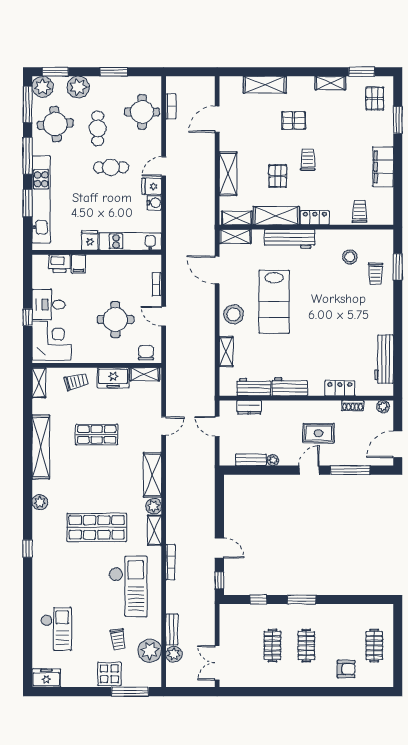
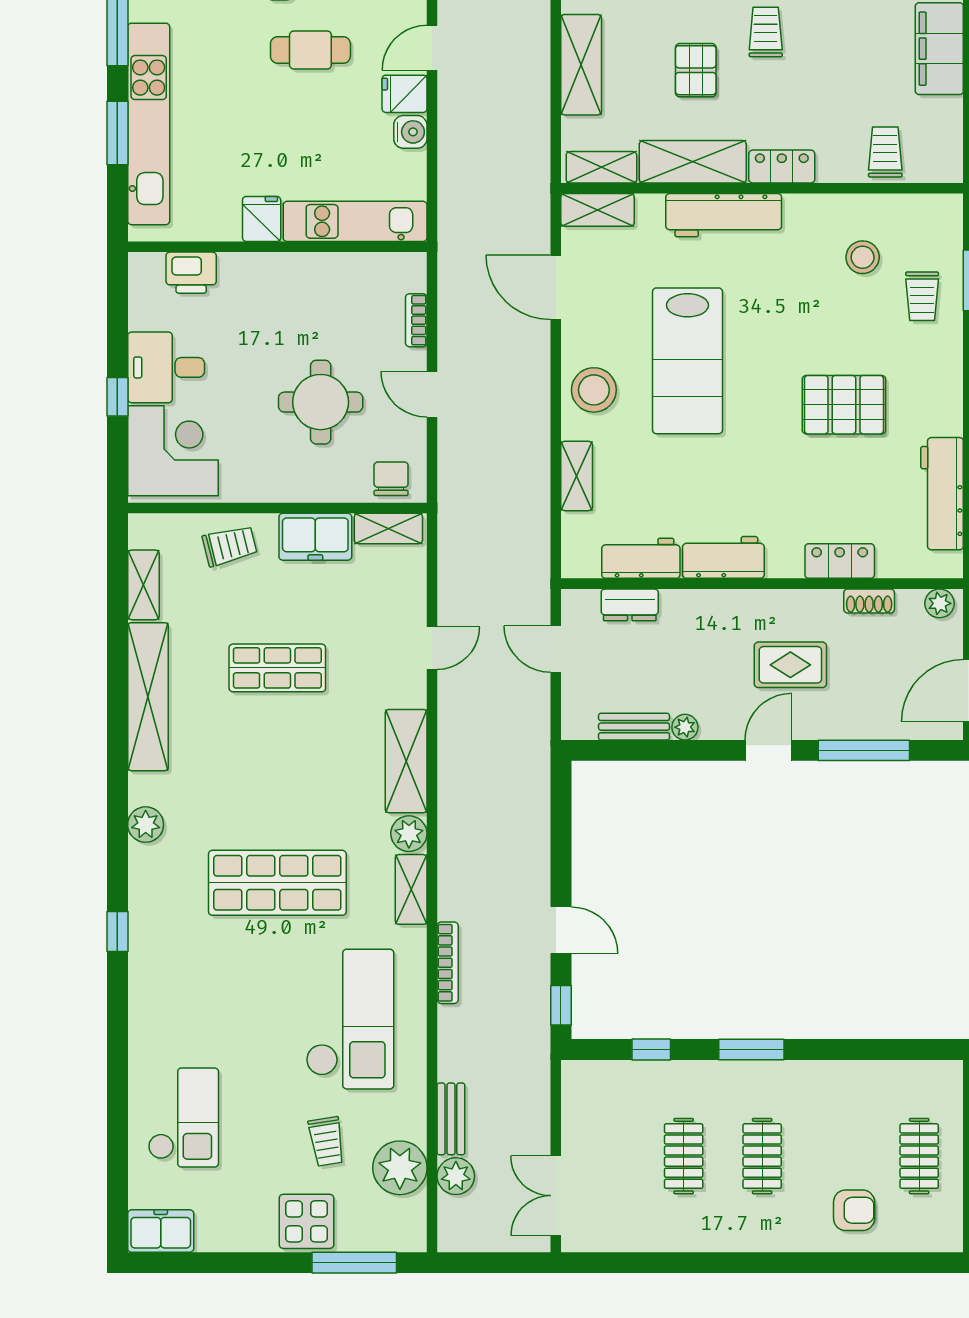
filing cabinet: (78, 264) -> (235, 273), removed
pallet: (342, 321) -> (844, 405), added
shelving: (39, 383) -> (143, 585), moved

